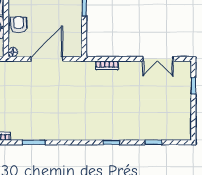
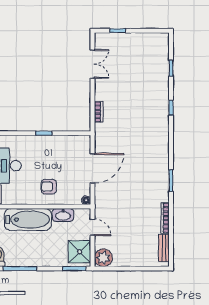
armchair: (19, 25) -> (49, 187), moved
door: (47, 59) -> (92, 168), swing flipped

